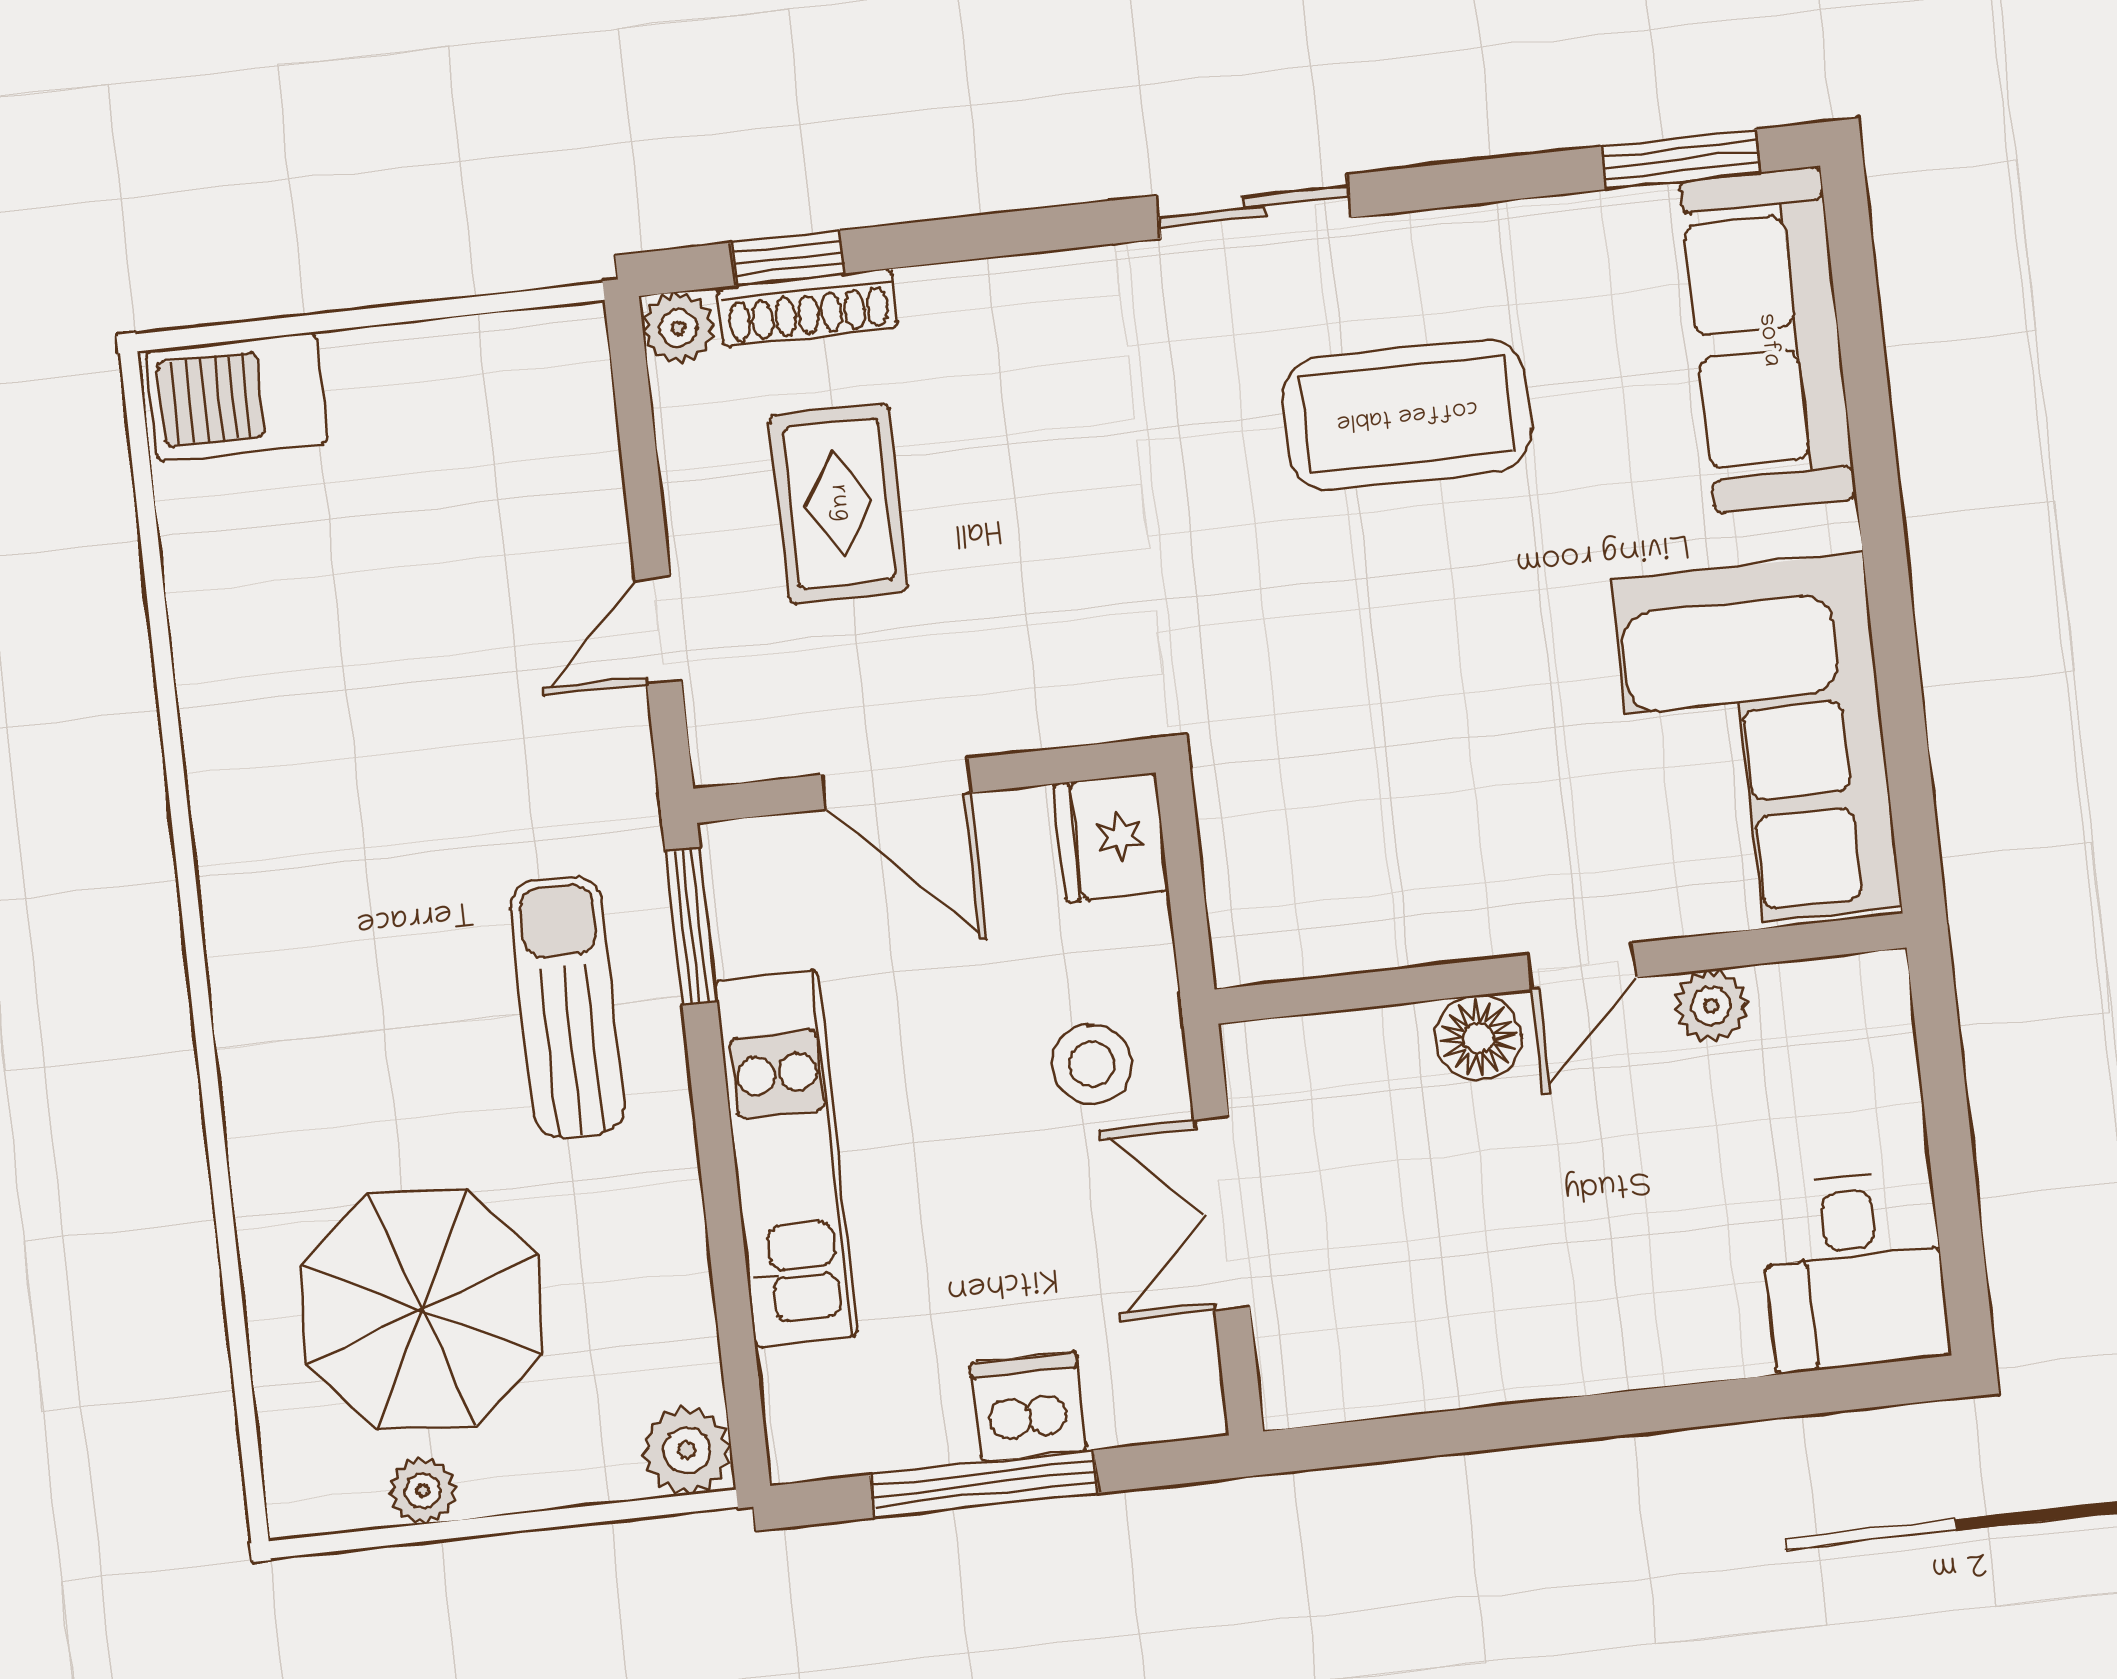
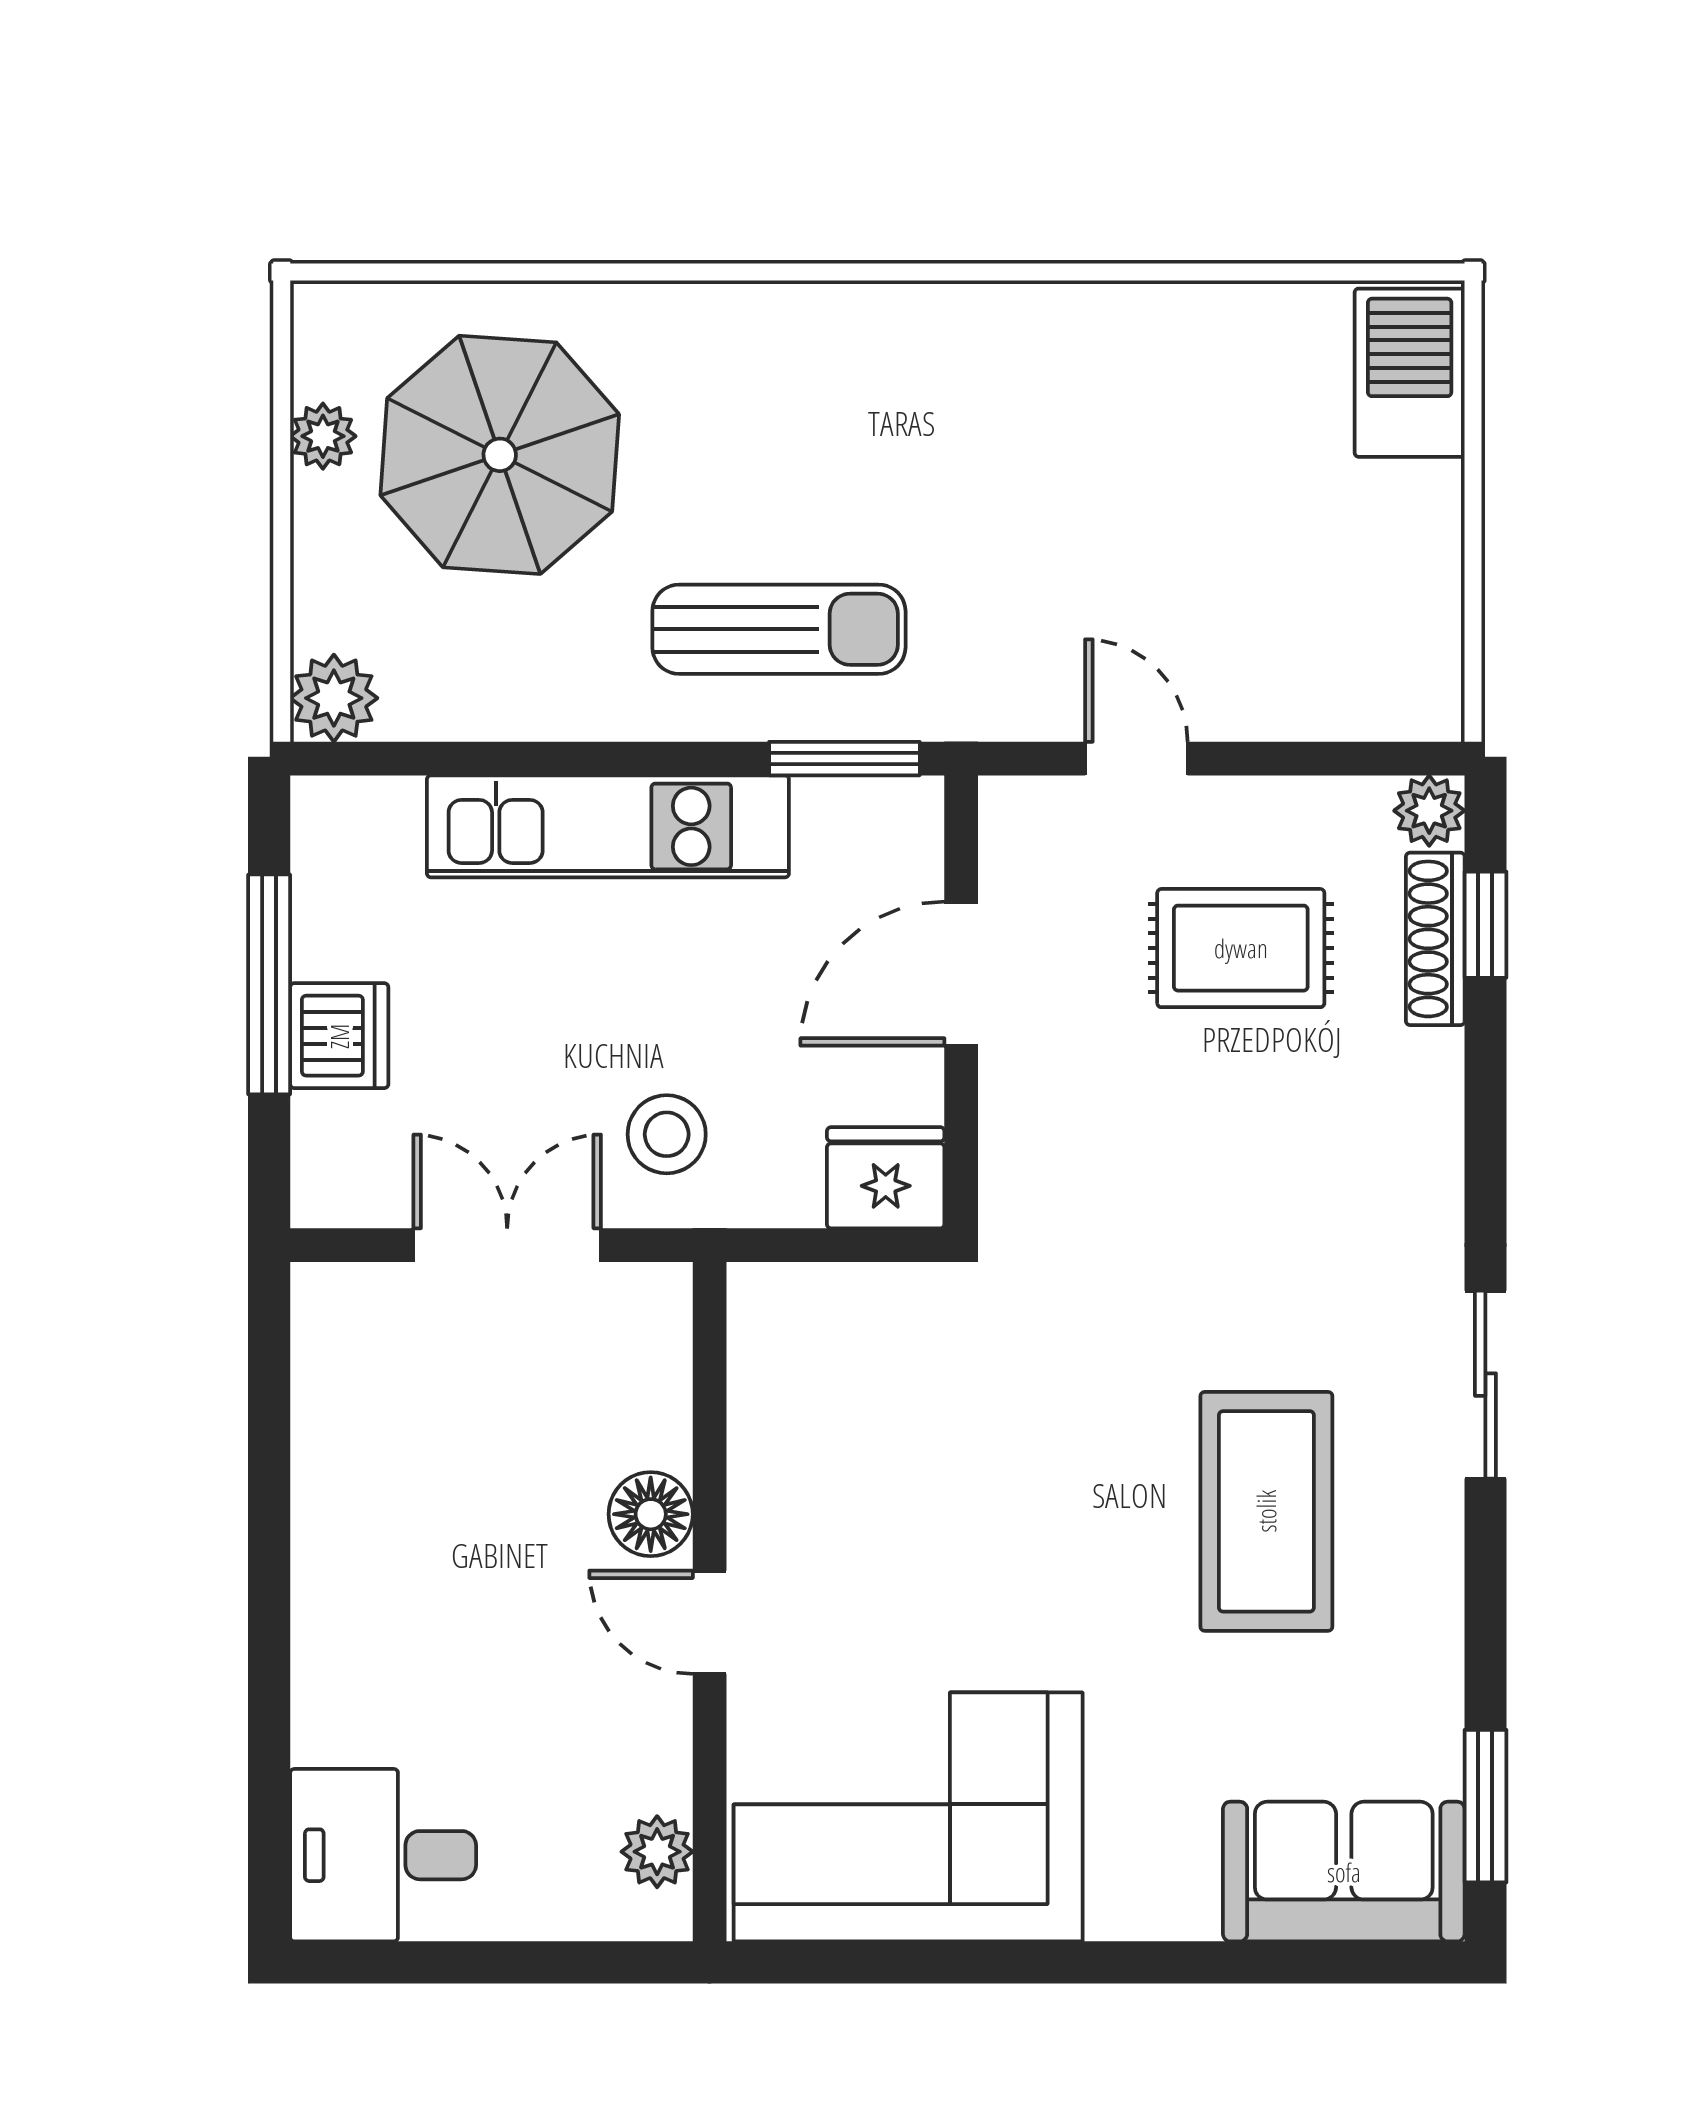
sofa: (1768, 340) -> (1344, 1872), width x0.73
plant: (1711, 1006) -> (657, 1852), moved

